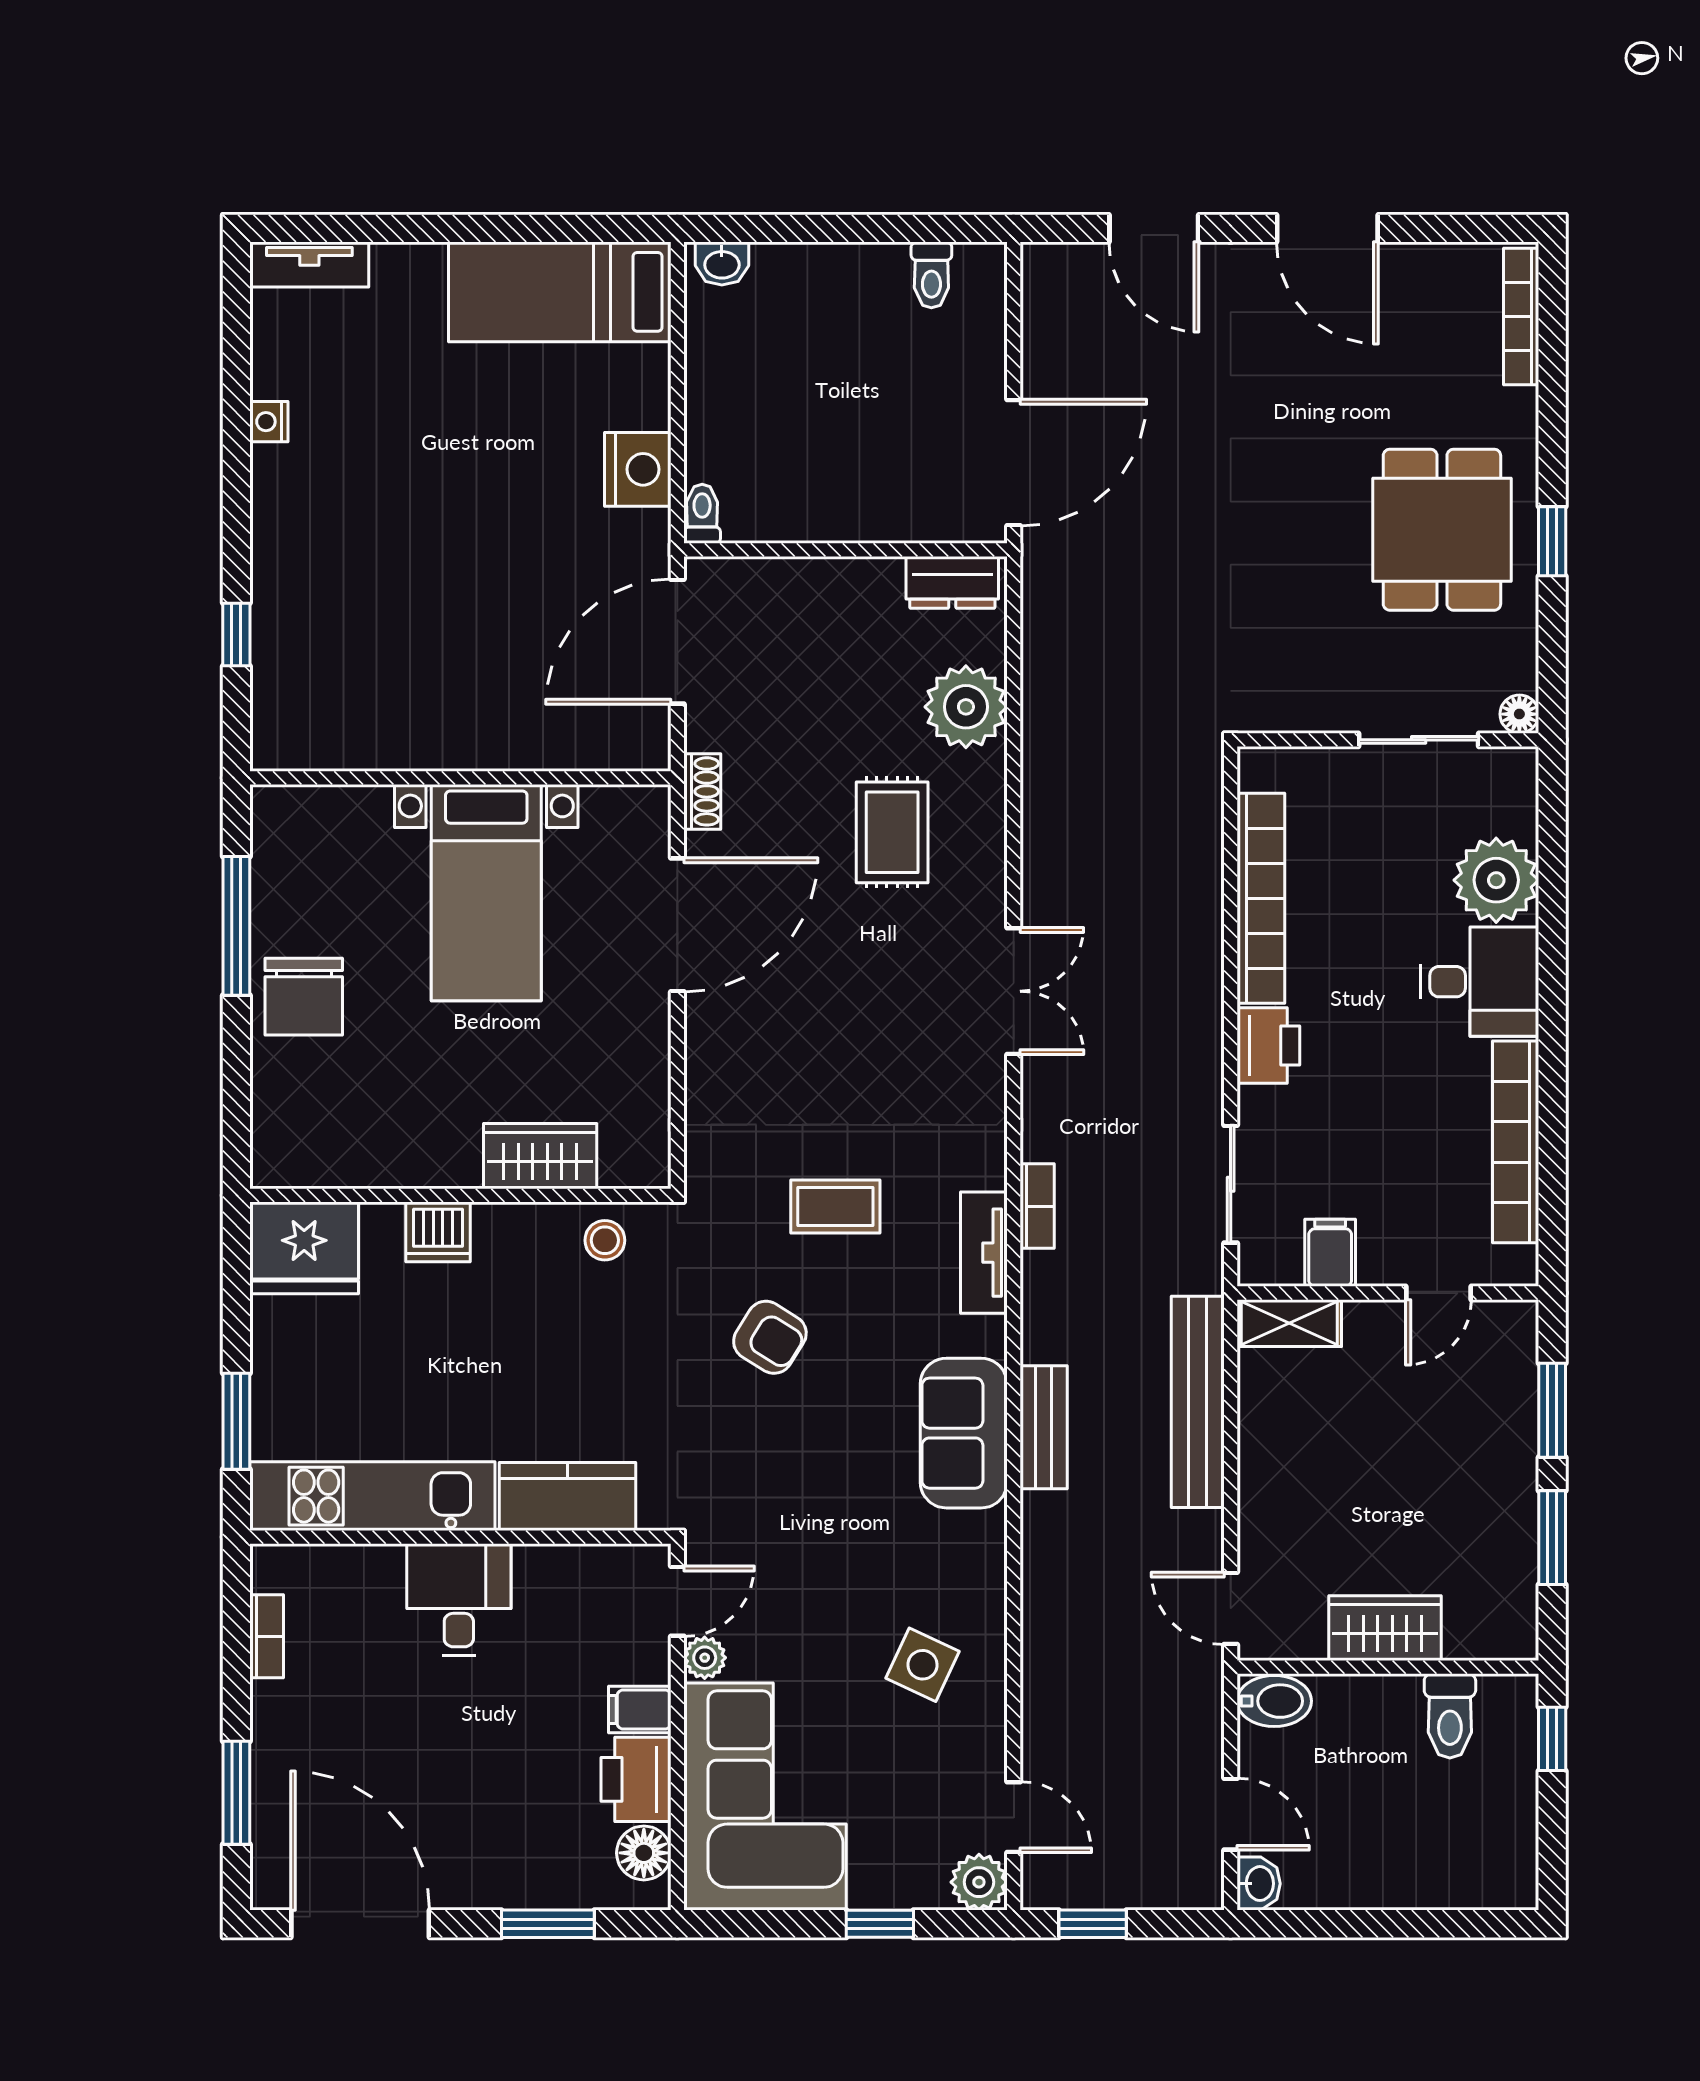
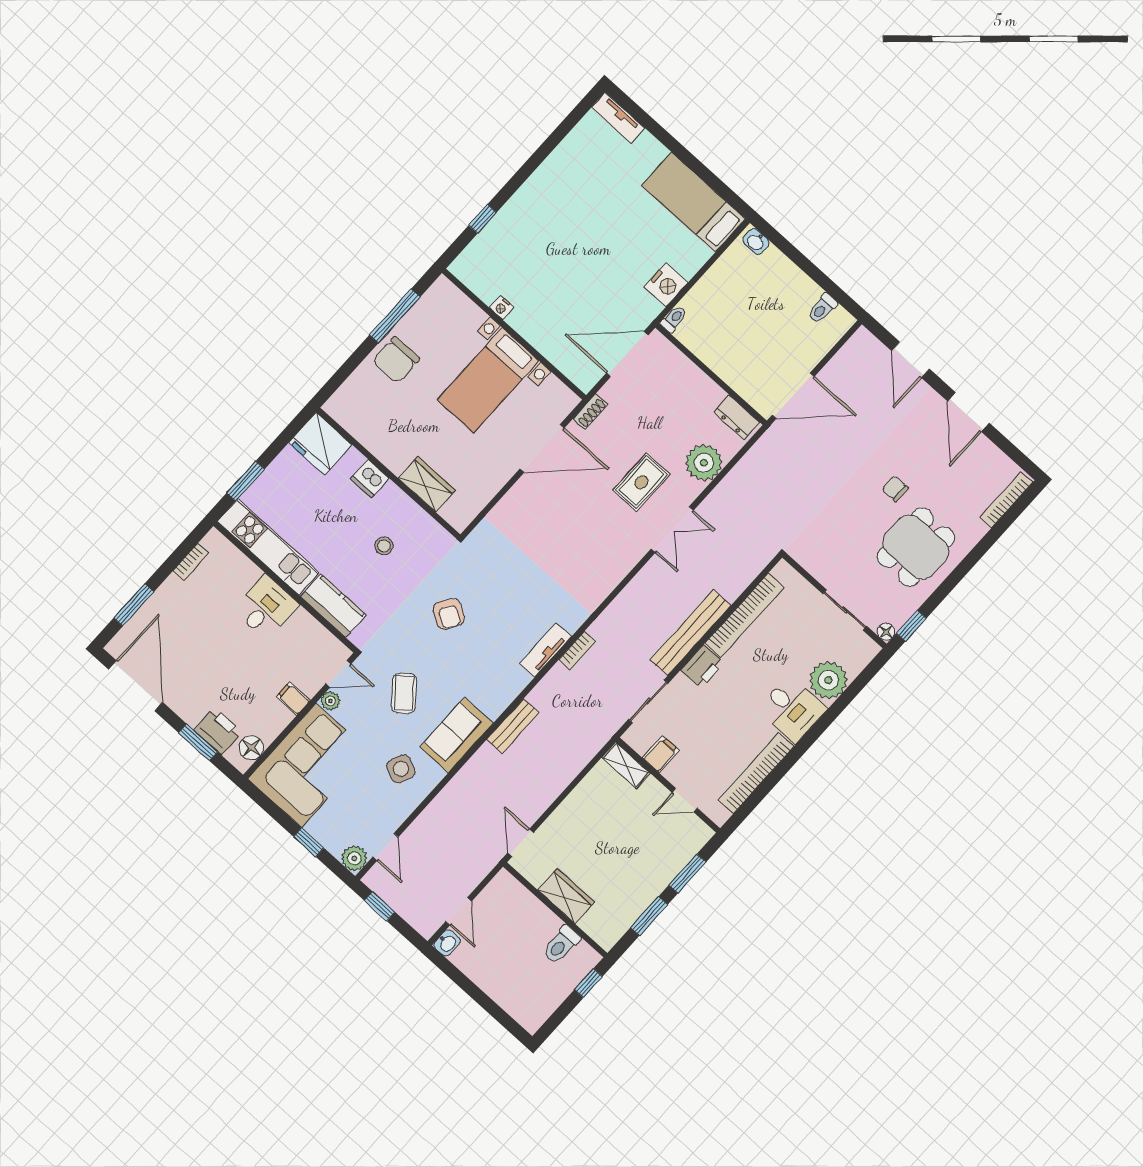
nightstand: (269, 422) -> (502, 307), moved, turned -90
chair: (1321, 464) -> (895, 489), added
window: (1552, 541) -> (911, 626), moved
double door: (1014, 991) -> (672, 530), moved
coffee table: (835, 1206) -> (404, 693), moved, turned 51
stool: (605, 1240) -> (384, 546), moved
bench: (1198, 1402) -> (691, 633), moved
sofa: (964, 1433) -> (456, 735), moved
bidet: (1274, 1701) -> (507, 887), removed
printer: (636, 1779) -> (218, 731), moved, turned 90

